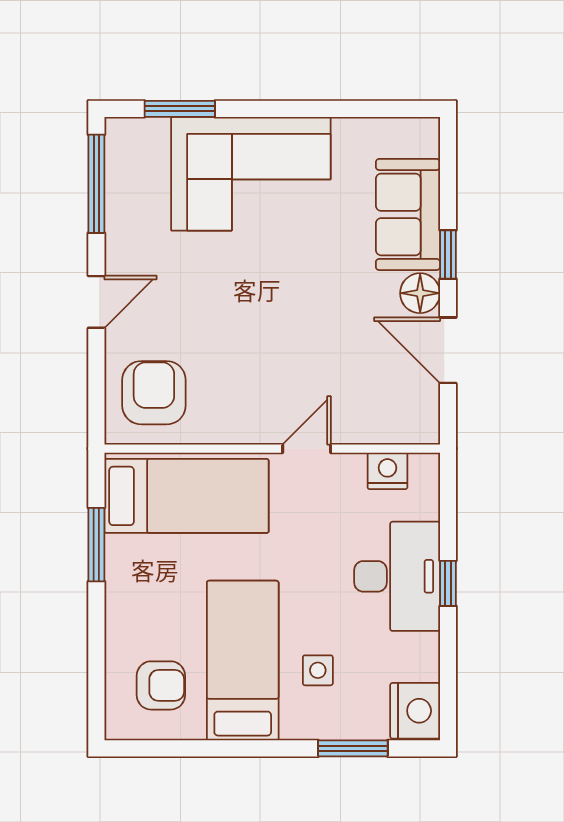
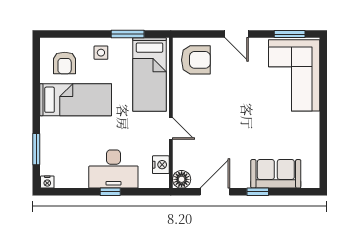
window: (180, 109) -> (323, 71), removed
corner sofa: (251, 174) -> (294, 75), moved
window: (96, 184) -> (290, 34), width x0.69
floor lamp: (420, 293) -> (182, 179), moved
side table: (318, 670) -> (101, 53), moved
nightstand: (415, 711) -> (47, 182), width x0.53, depth x0.56

